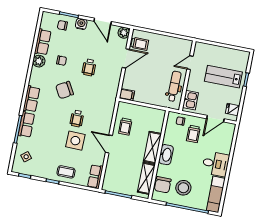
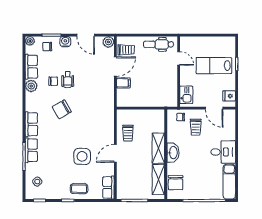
plant: (46, 16) -> (30, 41), added
door: (190, 63) -> (179, 58), swing flipped
wheelchair: (89, 67) -> (68, 80), moved
dental chair: (174, 86) -> (159, 44), moved, turned -90
filing cabinet: (127, 95) -> (123, 83), moved
wheelchair: (77, 119) -> (79, 135), removed
door: (215, 119) -> (214, 108), hinge flipped
door: (109, 144) -> (115, 153), hinge flipped
stool: (183, 188) -> (196, 181), removed

